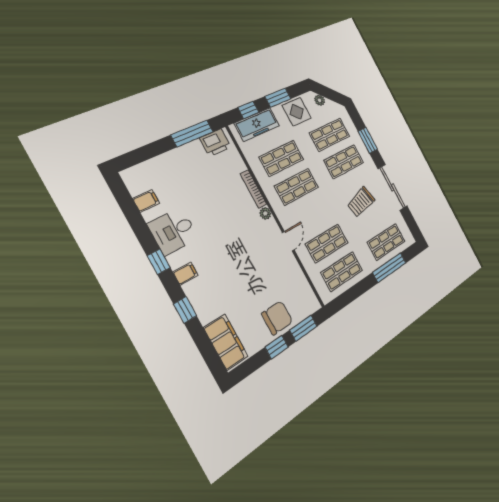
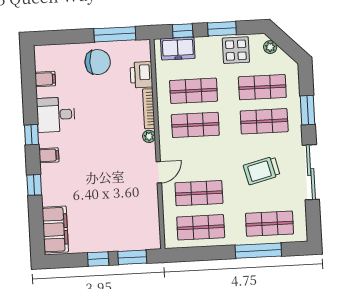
freezer: (257, 124) -> (178, 49), width x0.71
printer: (215, 143) -> (141, 75), moved, turned 90
chair: (277, 318) -> (98, 62), moved

